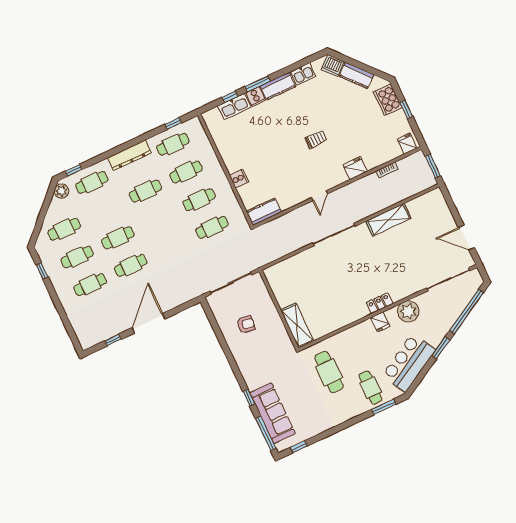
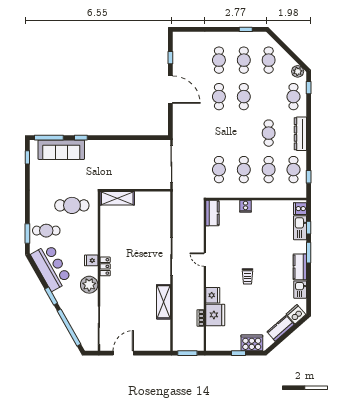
cooker: (256, 97) -> (300, 209), moved
fridge: (407, 144) -> (215, 315), moved, width x1.88, depth x1.34
armchair: (246, 324) -> (136, 161), removed

